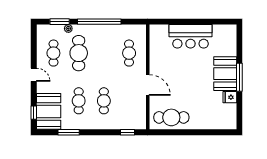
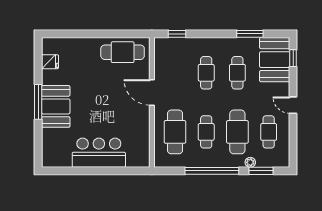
cafe table: (104, 53) -> (206, 132), added
cafe table: (129, 53) -> (175, 132), width x1.37, depth x1.35
fridge: (230, 97) -> (50, 62), moved

